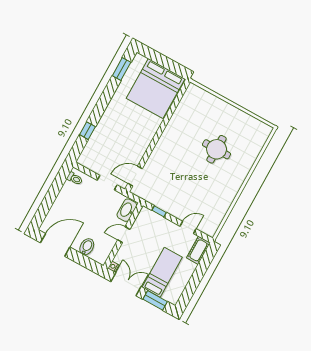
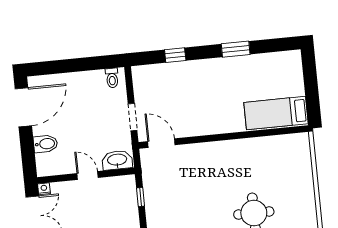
window: (122, 69) -> (236, 49), moved
bed: (156, 89) -> (276, 113), width x0.49
door: (55, 245) -> (23, 107), hinge flipped

